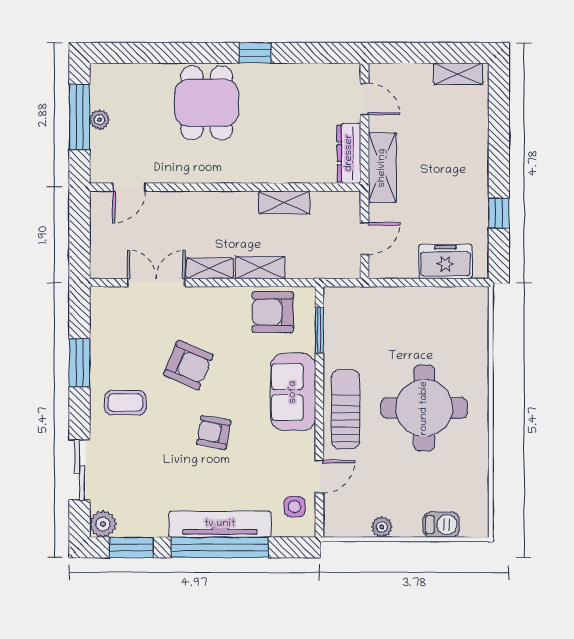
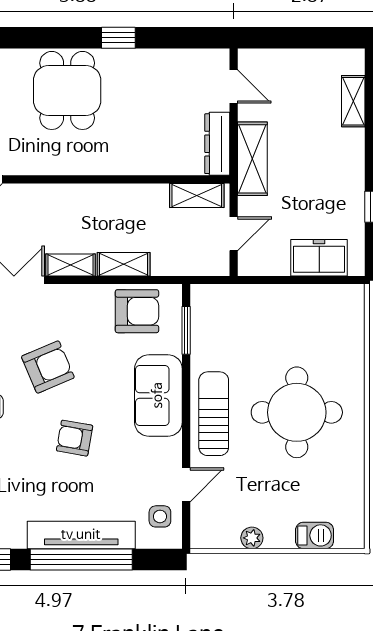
shelving: (458, 74) -> (353, 101), moved, turned 90
shelving: (284, 202) -> (197, 196), moved
armchair: (273, 312) -> (137, 311), turned 180
armchair: (188, 365) -> (48, 367), turned -46

